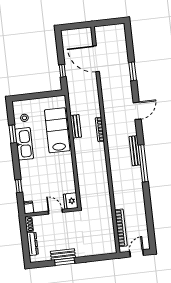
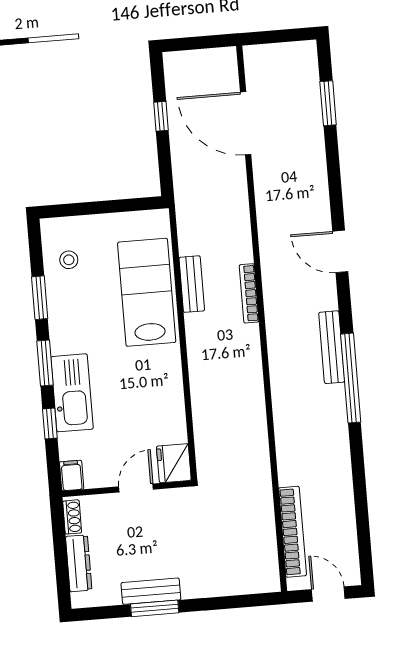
window: (62, 71) -> (161, 116), moved
window: (133, 71) -> (328, 103), moved
door: (137, 111) -> (340, 251), swing flipped
kitchen sink: (24, 144) -> (72, 393), moved
window: (16, 161) -> (45, 363), added
door: (55, 212) -> (136, 488), hinge flipped
door: (137, 253) -> (328, 594), hinge flipped

